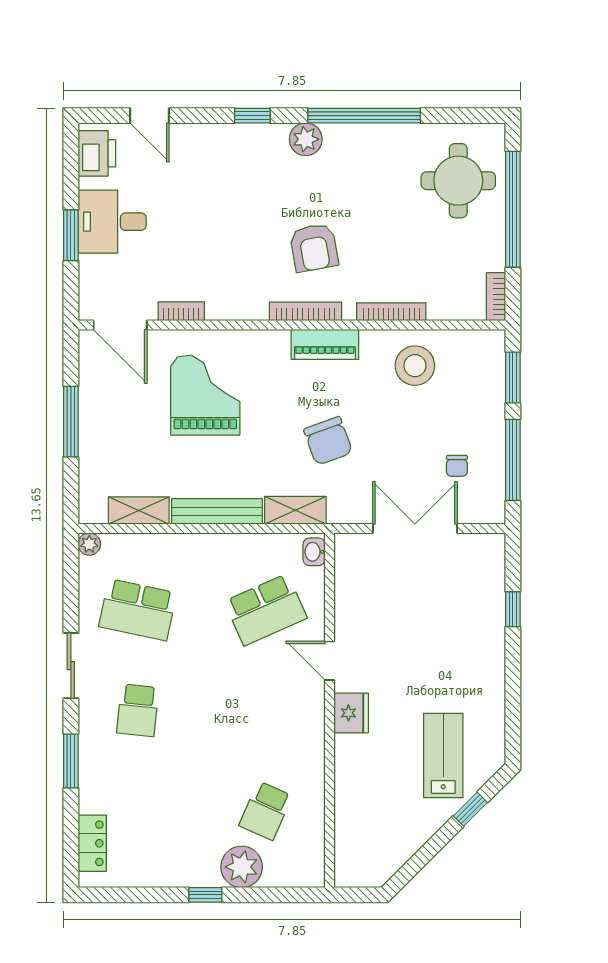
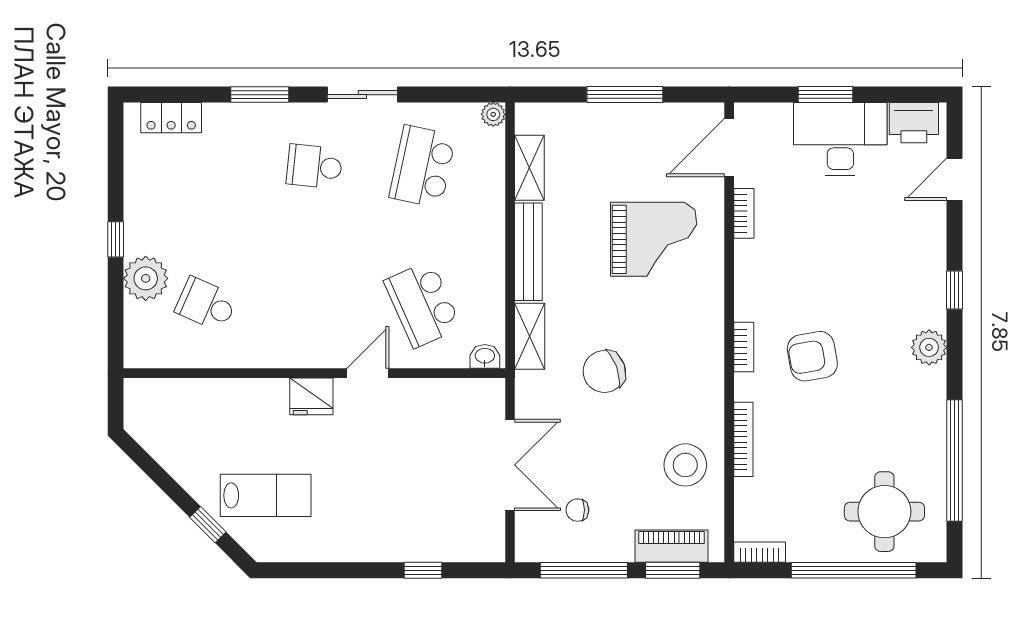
window: (364, 116) -> (955, 460), moved
desk: (112, 222) -> (840, 139), width x1.37
bookcase: (305, 311) -> (744, 347), width x0.64
piano: (325, 344) -> (671, 546), moved, turned 90

